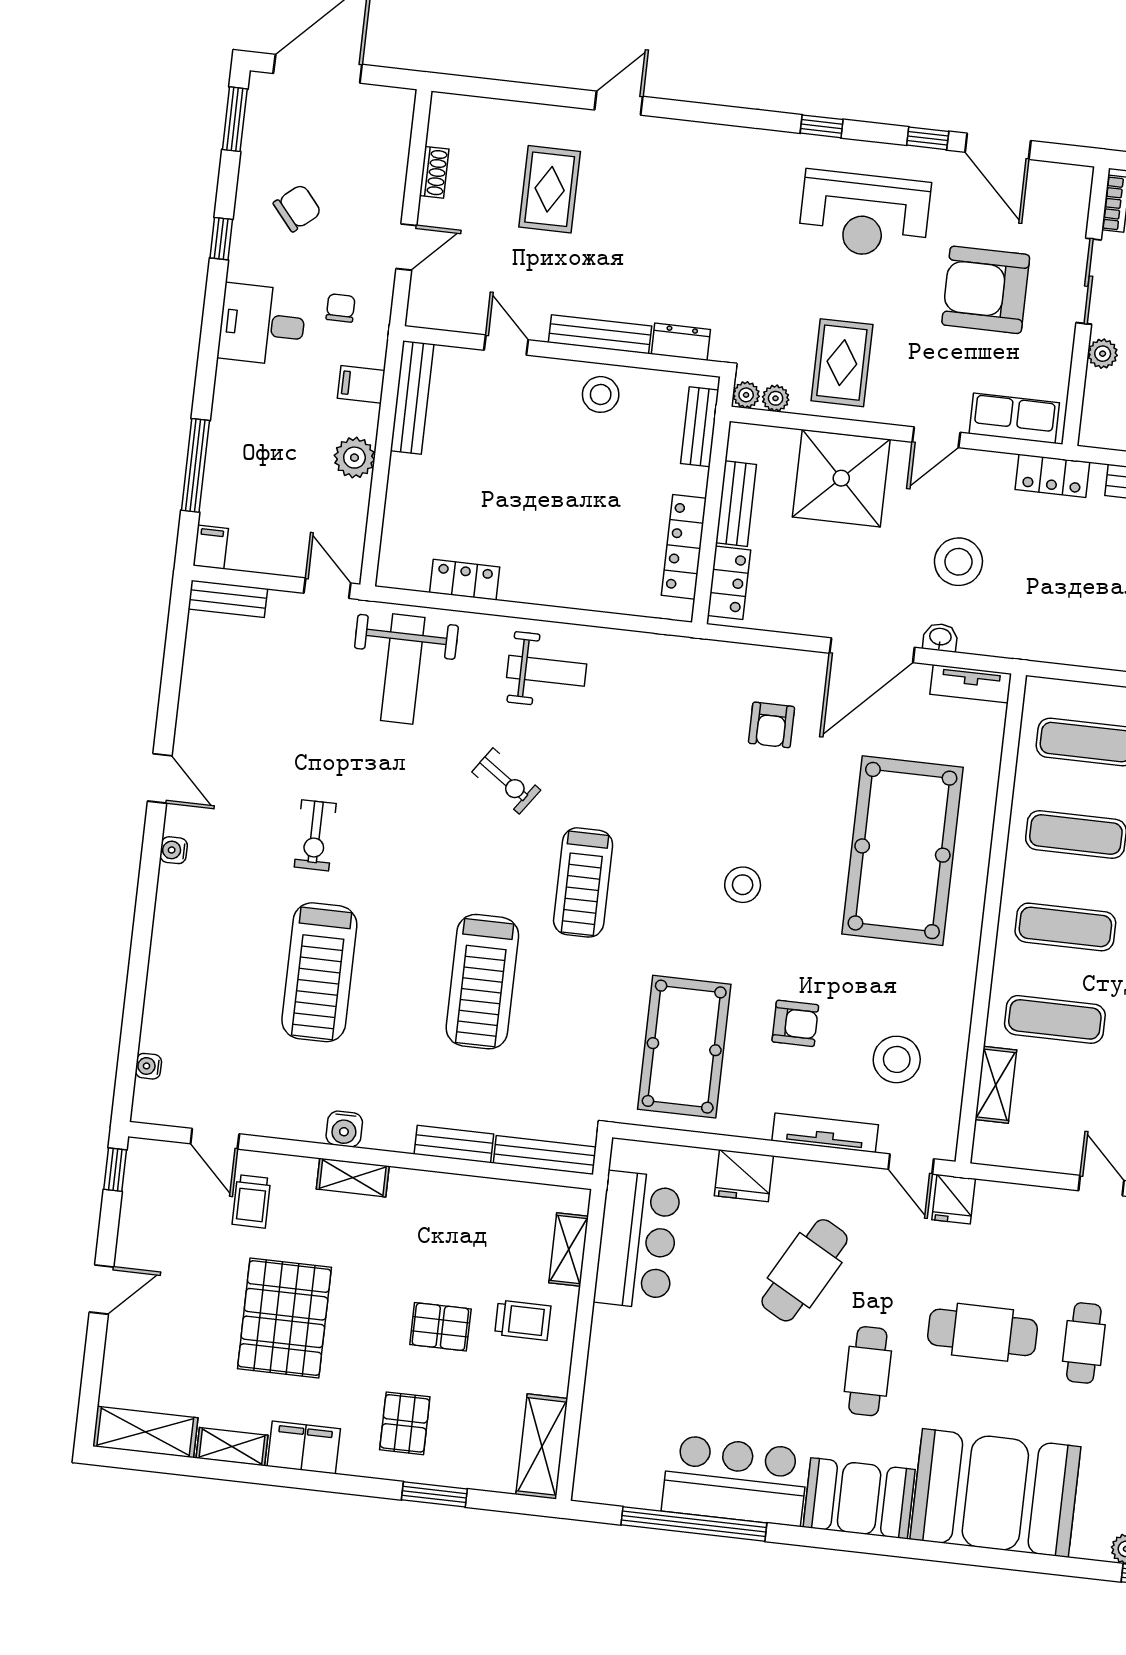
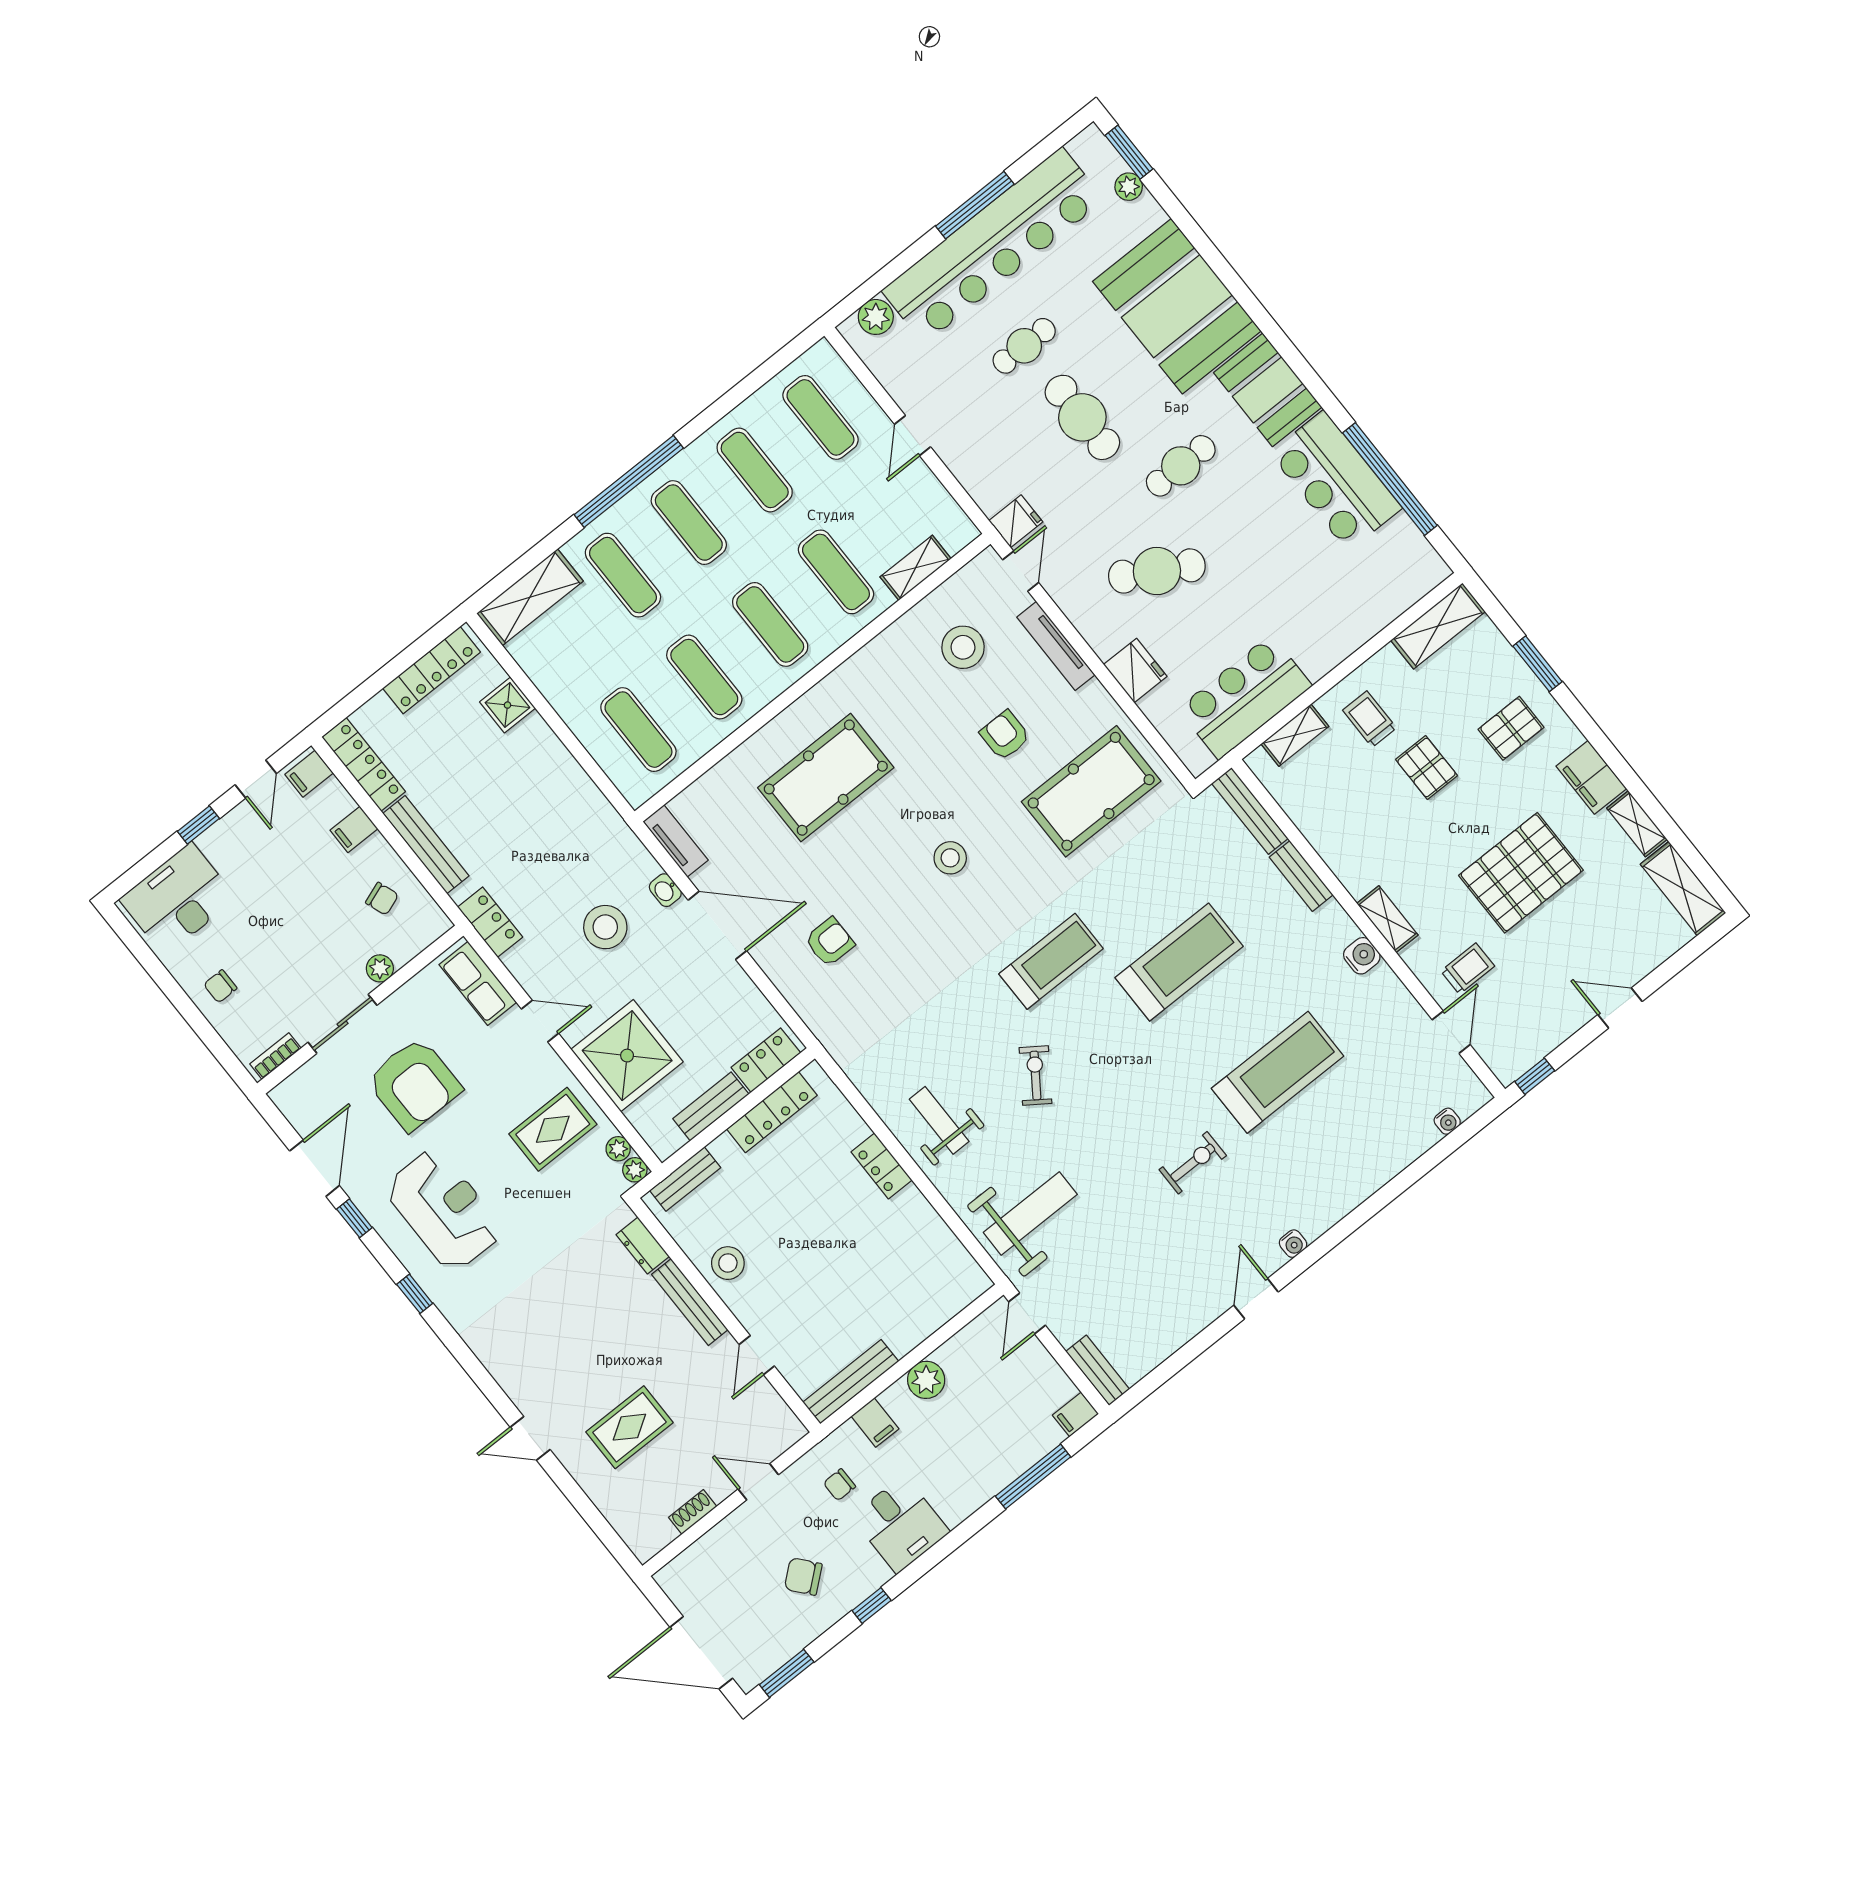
locker: (465, 580) -> (881, 1166), moved
pool table: (902, 851) -> (826, 778), width x0.73, depth x0.76

